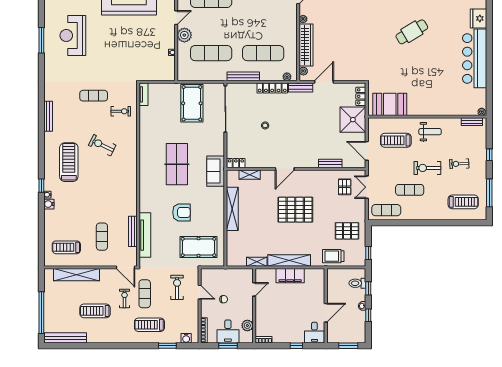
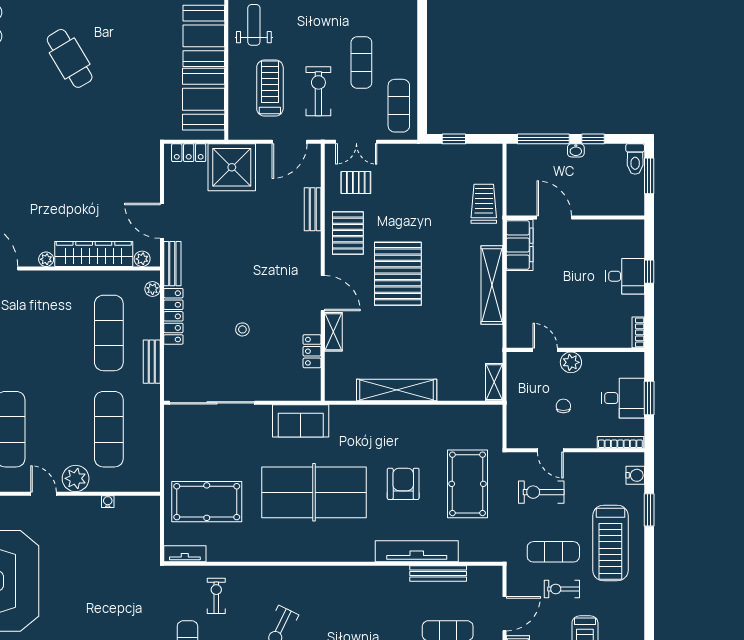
bench: (243, 76) -> (152, 362), width x0.73
pool table: (192, 103) -> (207, 502), moved
booth: (424, 104) -> (204, 36), added
treadmill: (396, 140) -> (270, 88), turned 180
locker: (236, 163) -> (312, 351), moved
table tennis table: (177, 164) -> (314, 492), width x1.36, depth x1.32
exercise bike: (427, 168) -> (318, 91), moved, turned 180
sofa: (216, 171) -> (301, 421), moved
shelving: (250, 175) -> (333, 332), moved
pallet: (347, 231) -> (348, 233), moved
tv unit: (145, 235) -> (417, 551), moved
pool table: (198, 247) -> (467, 484), moved
window: (368, 253) -> (454, 139), moved
trolley: (333, 256) -> (484, 204), turned 180
shelving: (257, 262) -> (494, 382), moved
door: (125, 267) -> (504, 614), moved
filing cabinet: (290, 276) -> (520, 245), moved
toilet: (357, 283) -> (635, 159), moved
window: (368, 288) -> (543, 139), width x2.17
door: (200, 292) -> (550, 450), swing flipped
door: (326, 313) -> (554, 217), moved
treadmill: (149, 325) -> (610, 543), width x1.37, depth x1.38
plant: (247, 325) -> (571, 362), moved
desk: (314, 333) -> (625, 276), moved

